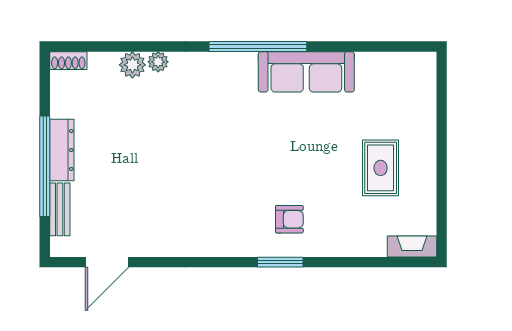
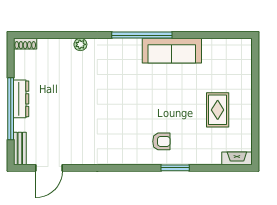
plant: (132, 65) -> (65, 46), removed
bench: (60, 209) -> (20, 148), moved
window: (280, 262) -> (175, 168), moved

